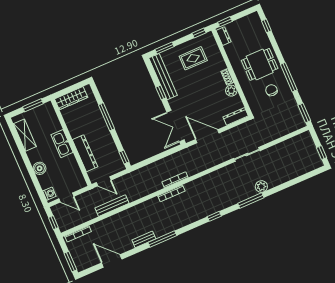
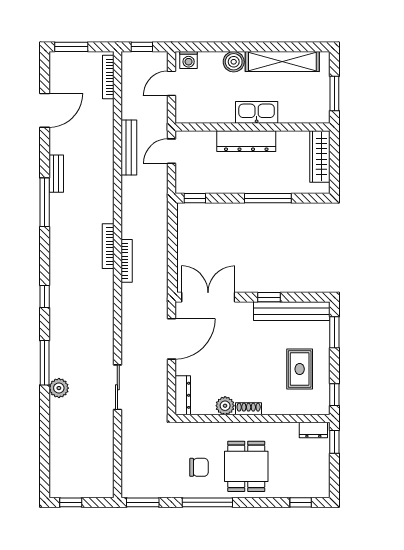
shelving: (25, 135) -> (282, 61), width x1.47
dresser: (85, 153) -> (246, 141), moved

